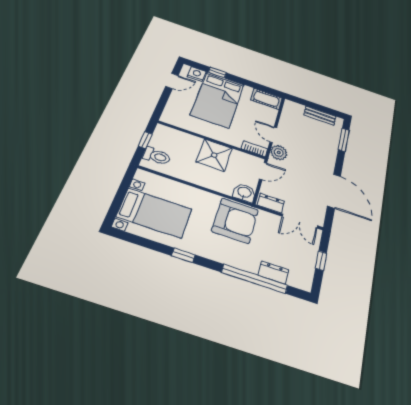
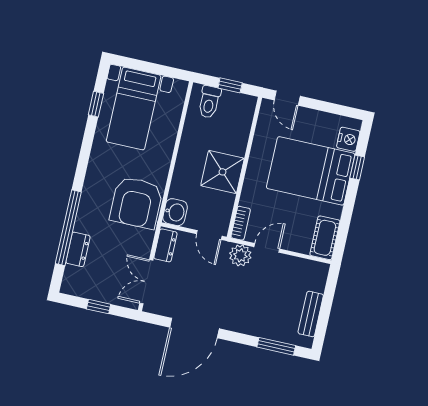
door: (172, 81) -> (287, 98), moved
window: (183, 255) -> (96, 104), moved

